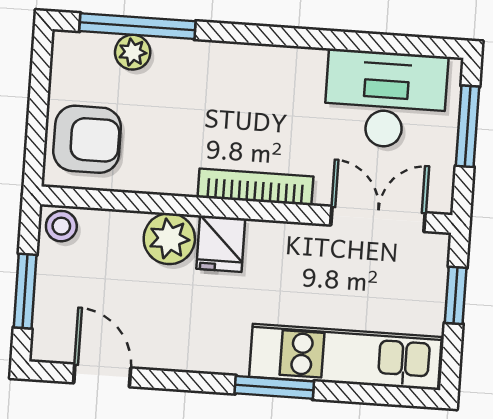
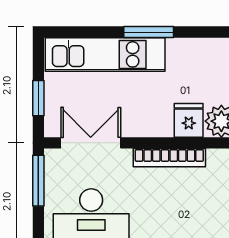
window: (467, 126) -> (38, 181), moved
double door: (378, 219) -> (91, 143), swing flipped

